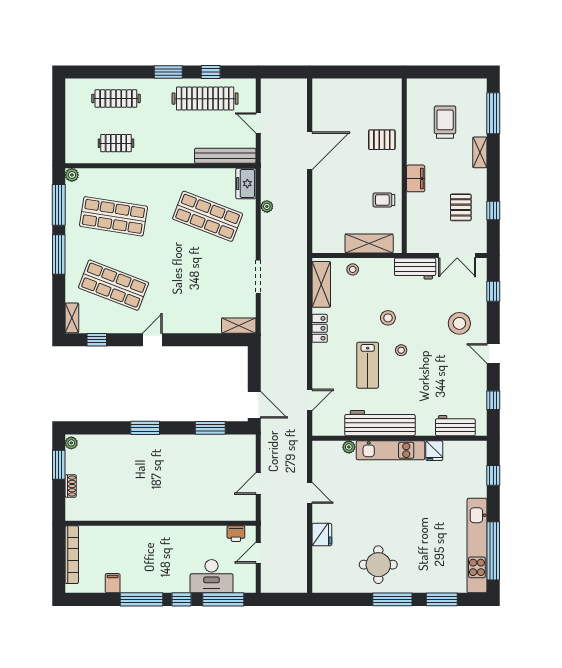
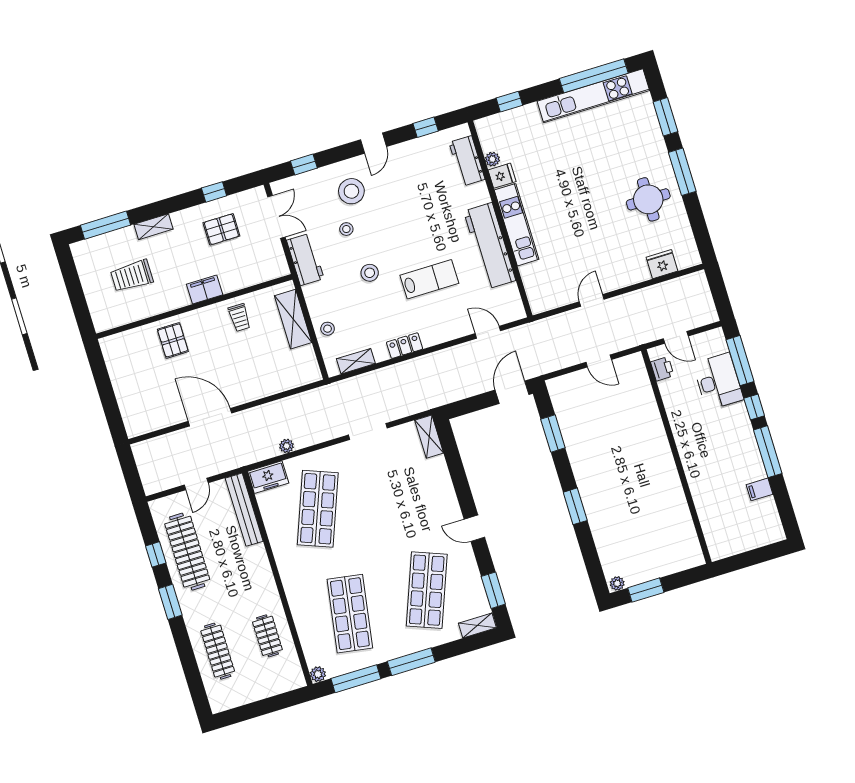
shelving: (321, 284) -> (356, 361), width x0.67, depth x0.75
window: (97, 340) -> (493, 590), width x1.50
stool: (401, 350) -> (346, 229), moved
plant: (349, 447) -> (492, 159), moved
shoe rack: (71, 486) -> (665, 569), removed
fridge: (322, 535) -> (662, 264), moved
bookcase: (72, 555) -> (742, 545), removed

